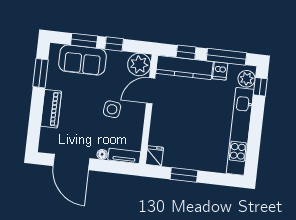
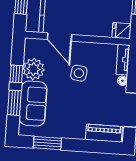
plant: (139, 64) -> (33, 69), moved
piano: (51, 109) -> (104, 133), moved

